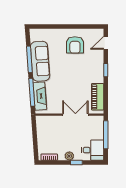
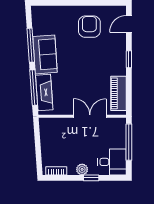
armchair: (75, 45) -> (89, 27), turned 180
sofa: (40, 61) -> (45, 54), width x0.73

